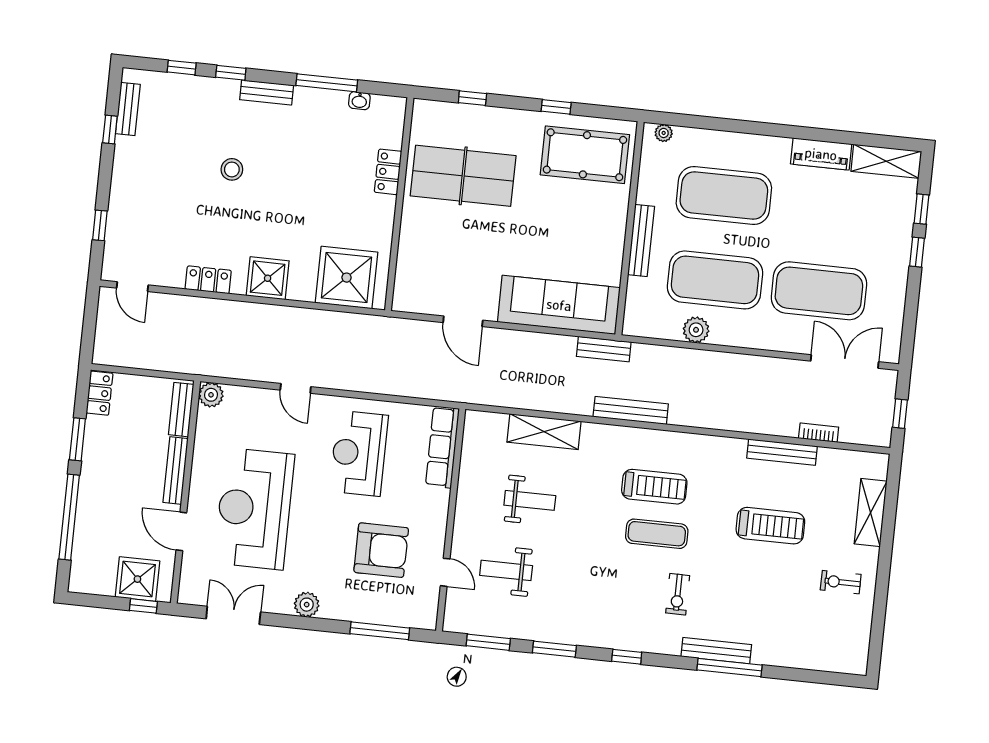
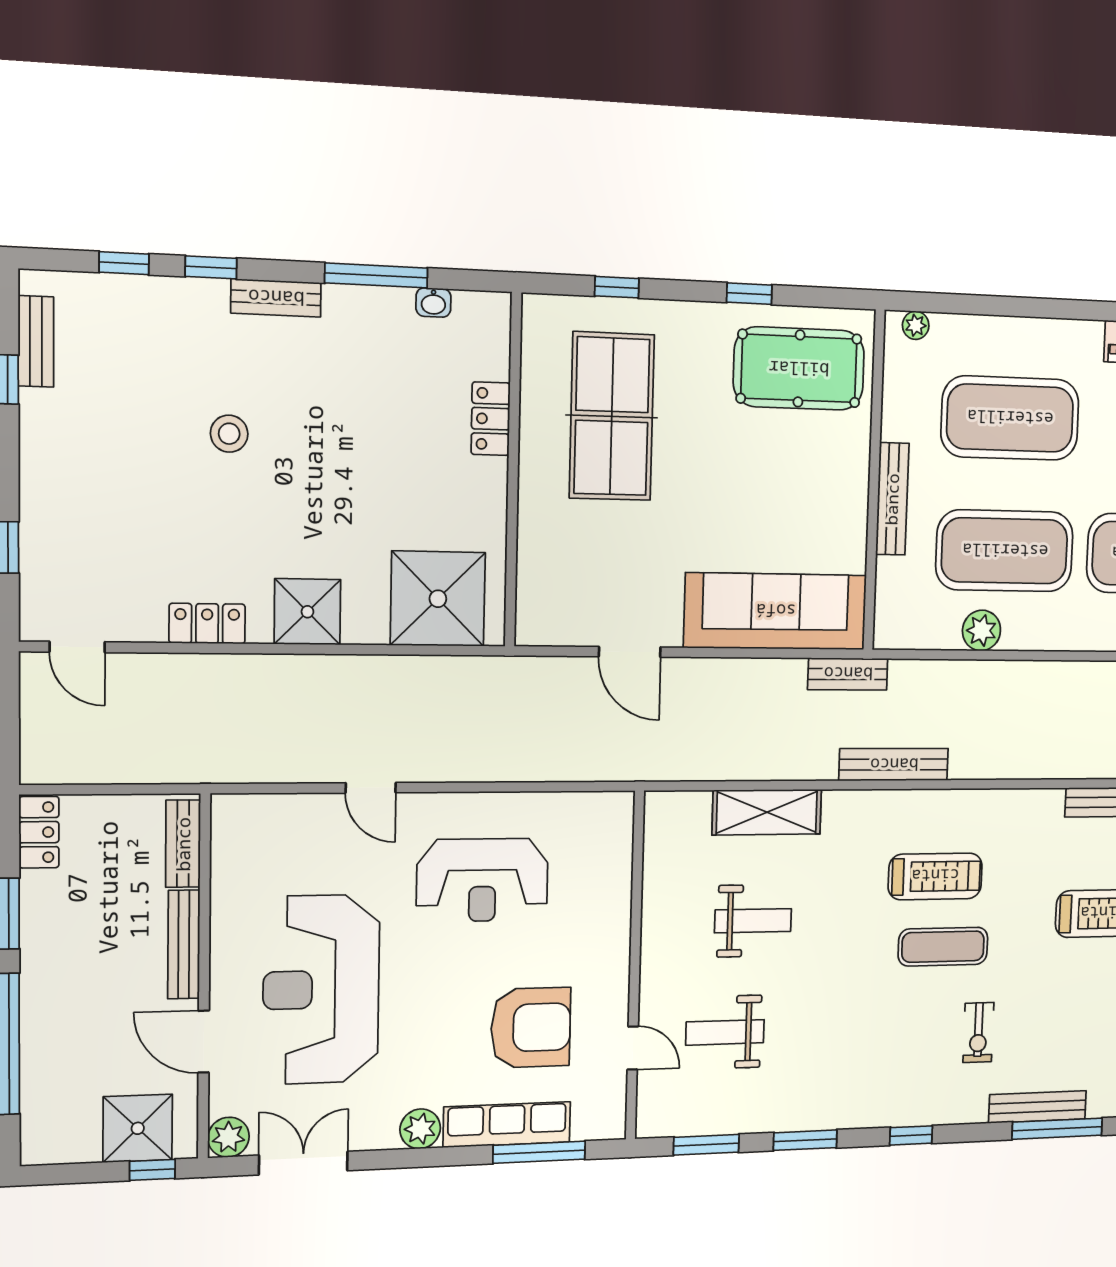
table tennis table: (463, 176) -> (612, 416), turned 90
plant: (211, 395) -> (228, 1137), moved
row of seats: (442, 447) -> (507, 1124), moved, turned 90
reception desk: (359, 453) -> (482, 880), turned -90

